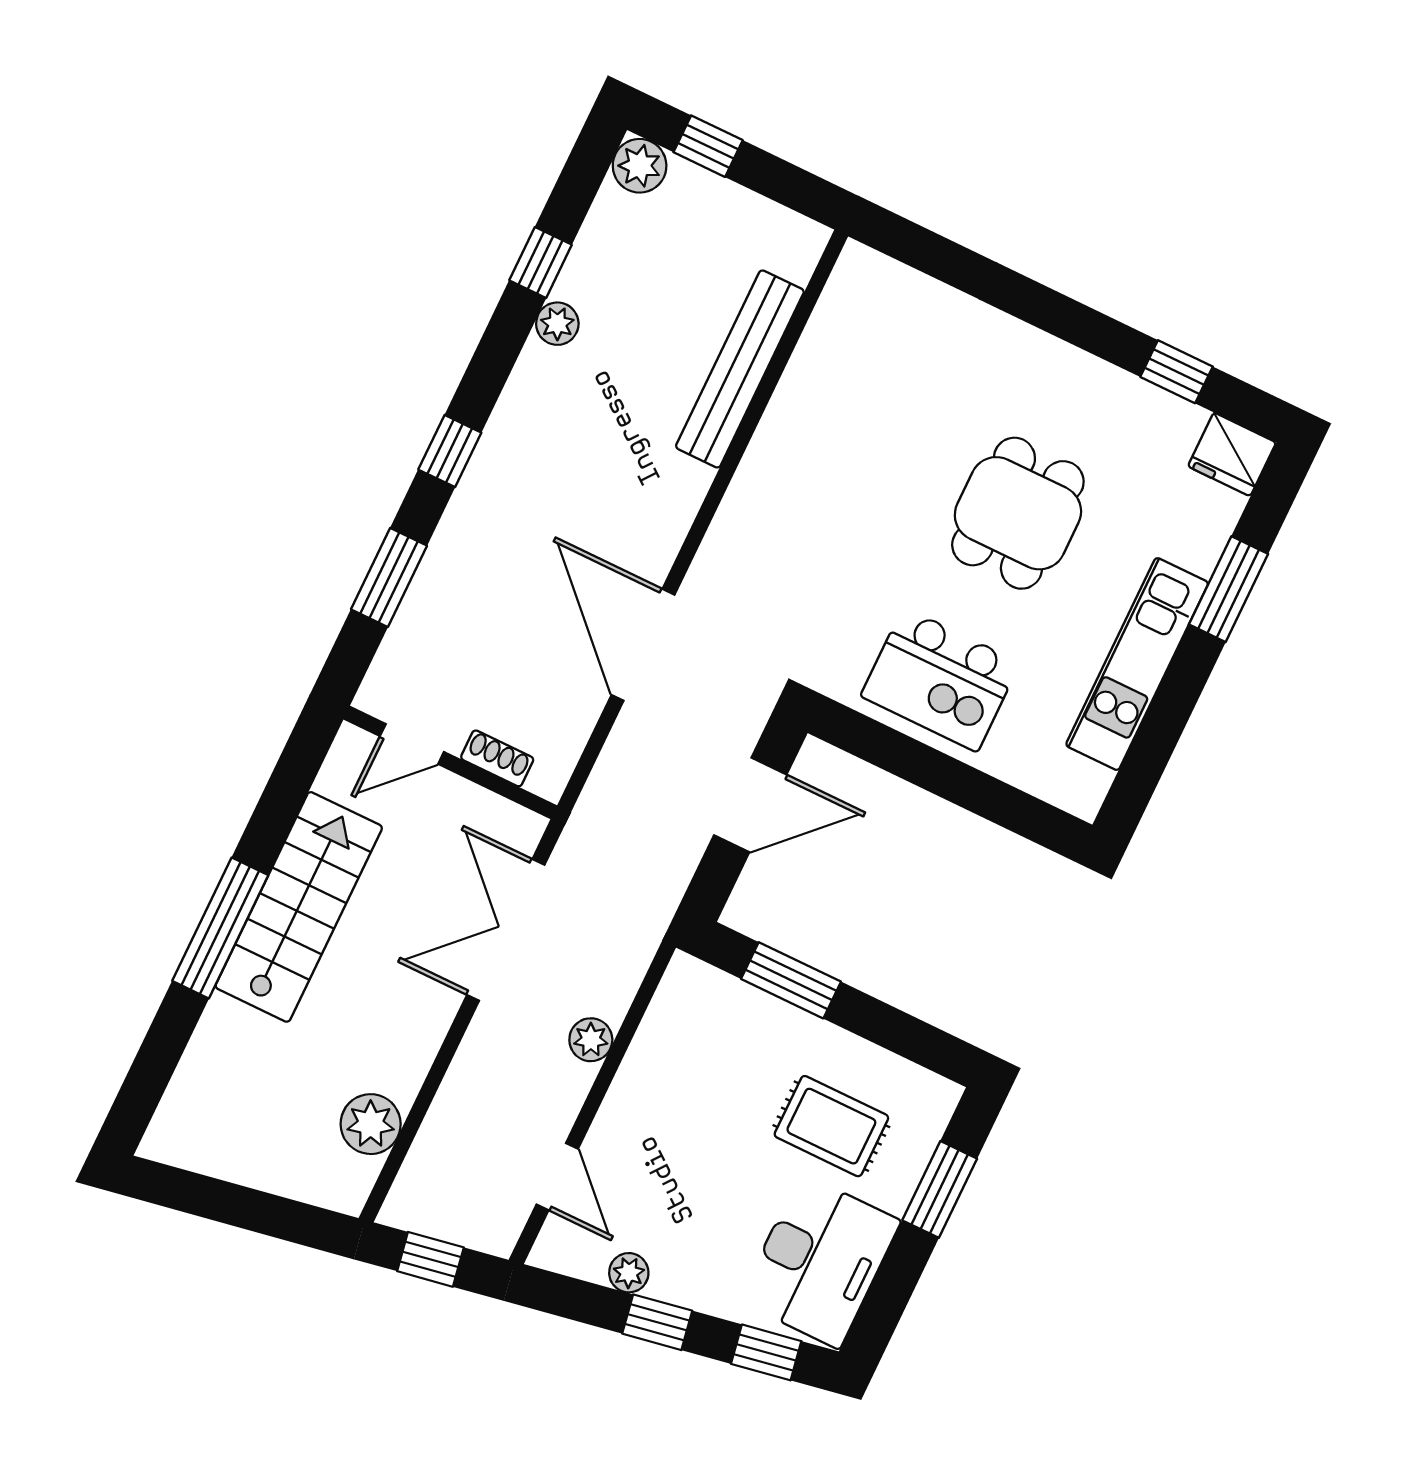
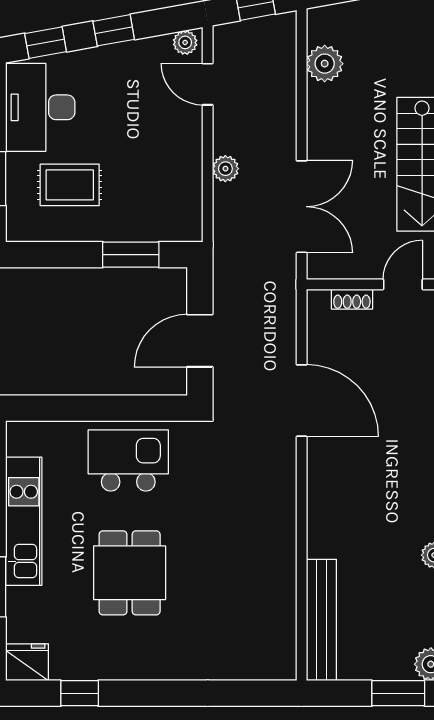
window: (708, 146) -> (398, 693), width x1.50
bench: (740, 369) -> (321, 620), moved
plant: (629, 1273) -> (185, 42), moved

